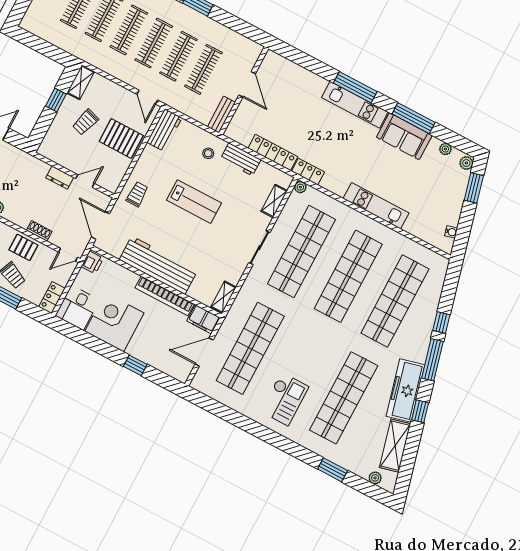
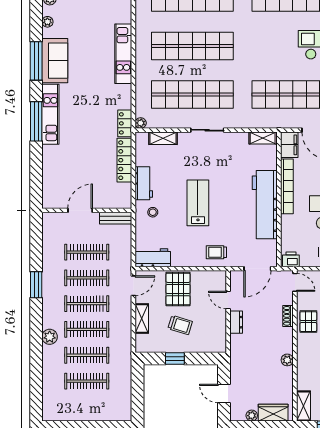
shelving: (81, 82) -> (142, 319), moved, turned 90

